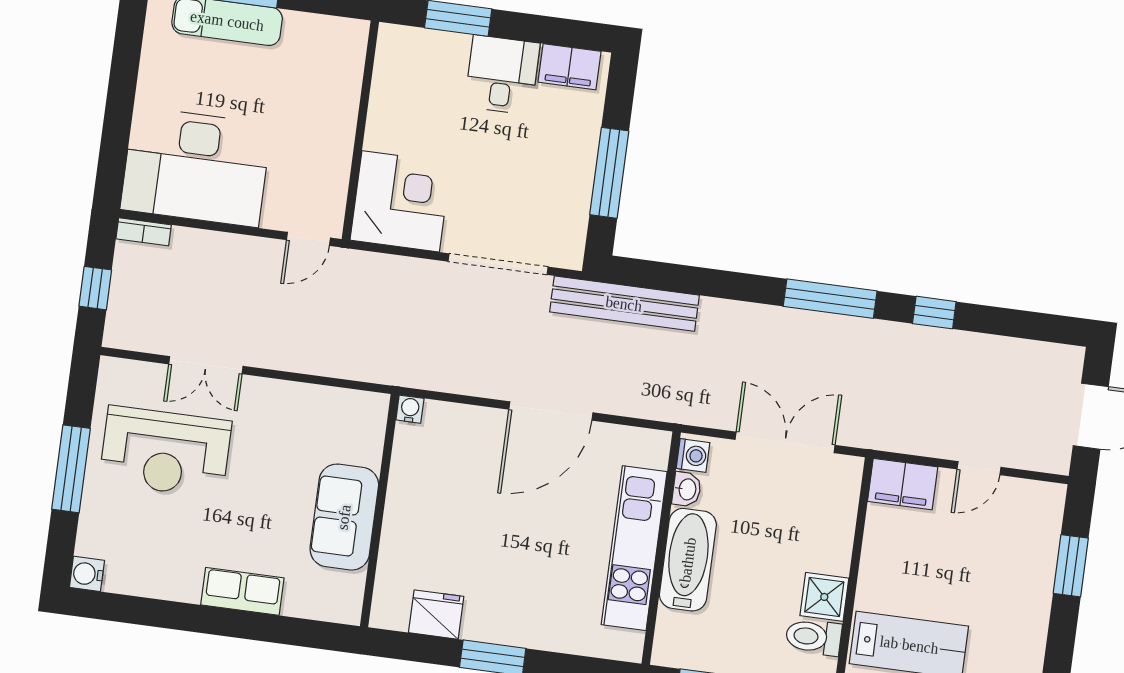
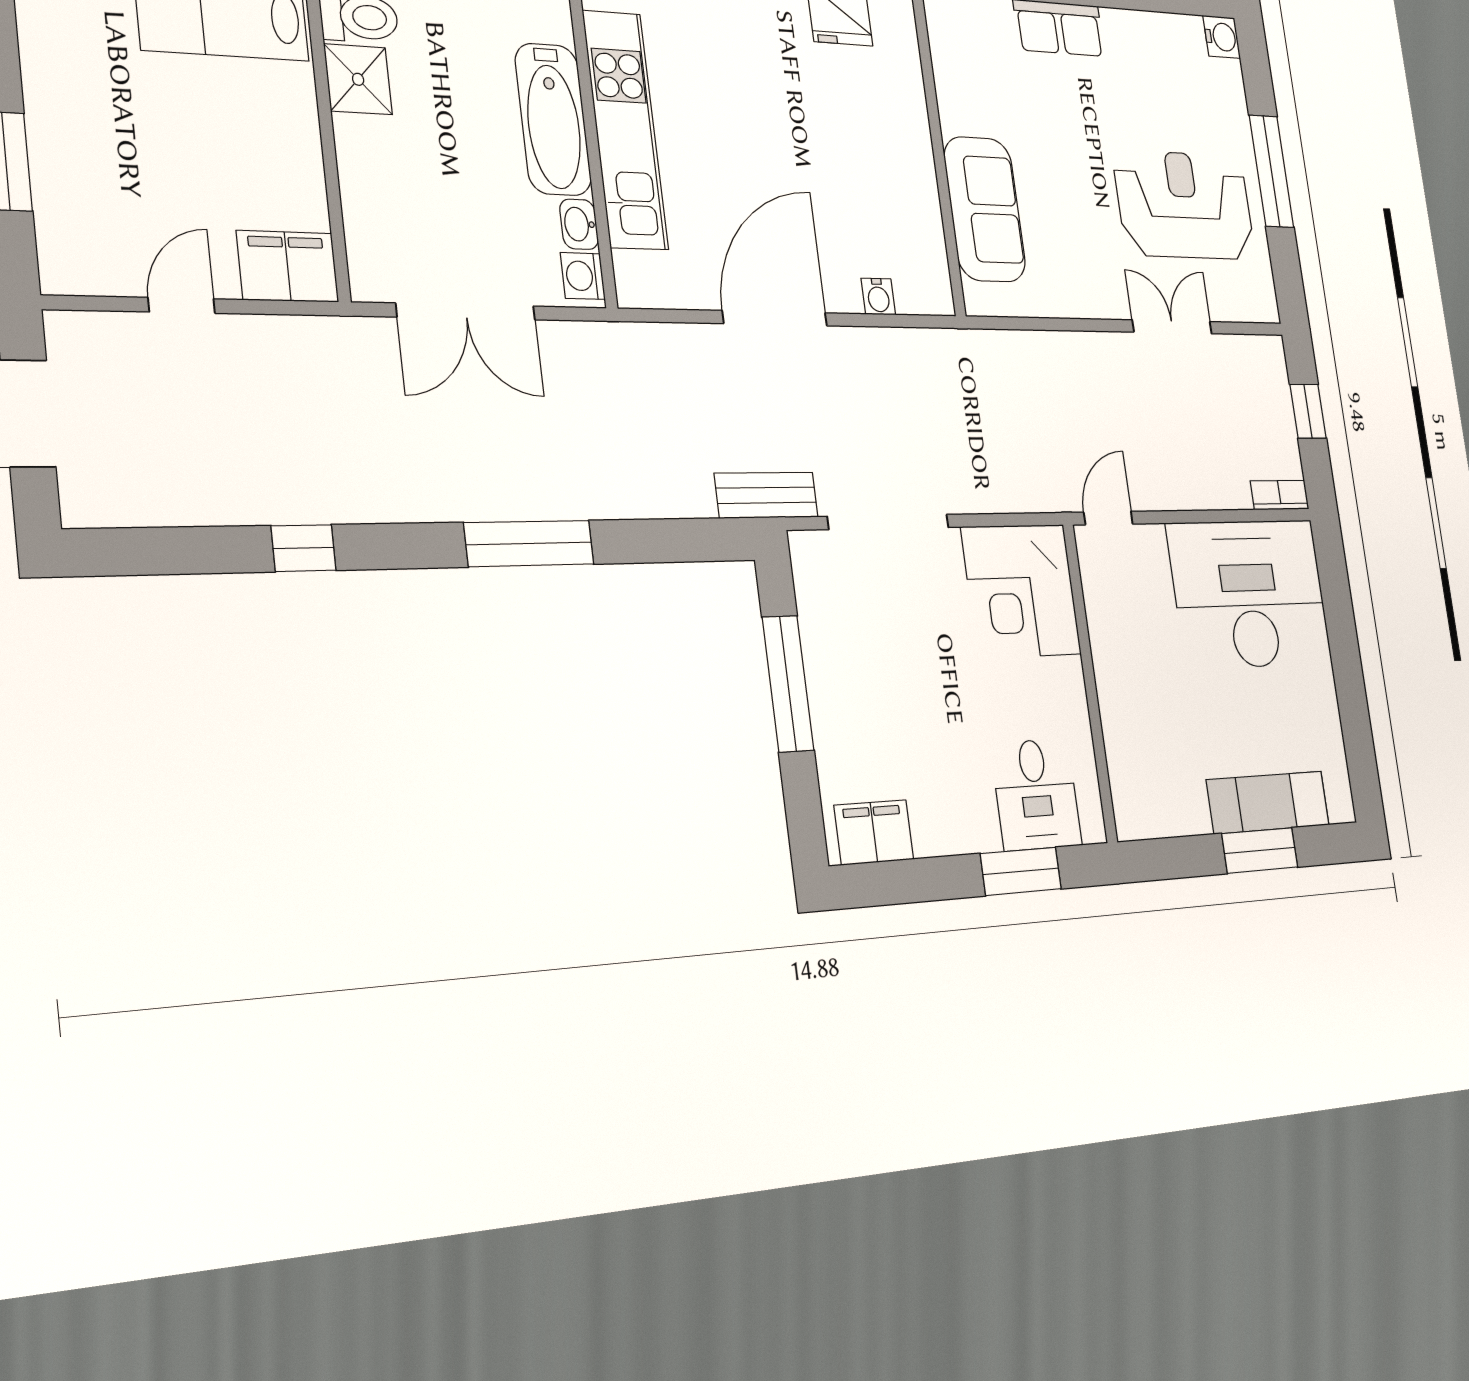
desk: (502, 75) -> (1036, 794), moved
window: (830, 299) -> (529, 543), moved
bench: (624, 304) -> (766, 495), width x0.54, depth x0.82
water cooler: (410, 409) -> (878, 296), moved
sofa: (344, 517) -> (985, 209), moved

